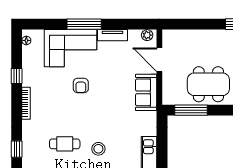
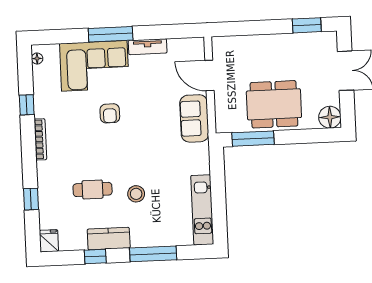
plant: (147, 35) -> (192, 45), removed

